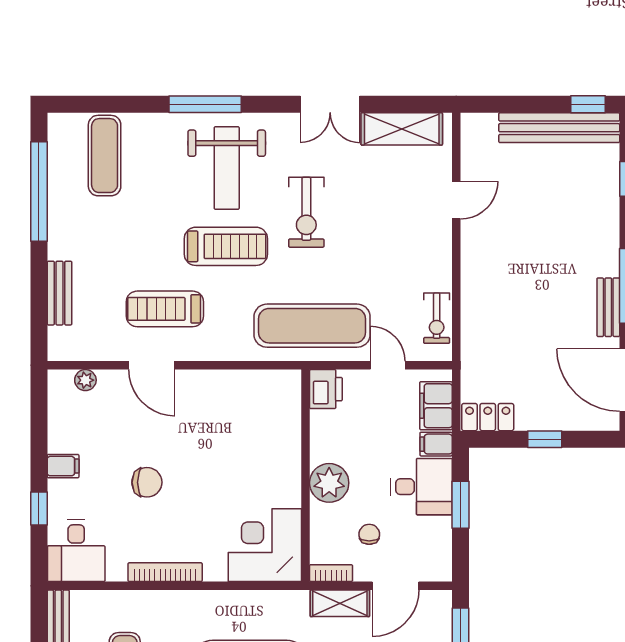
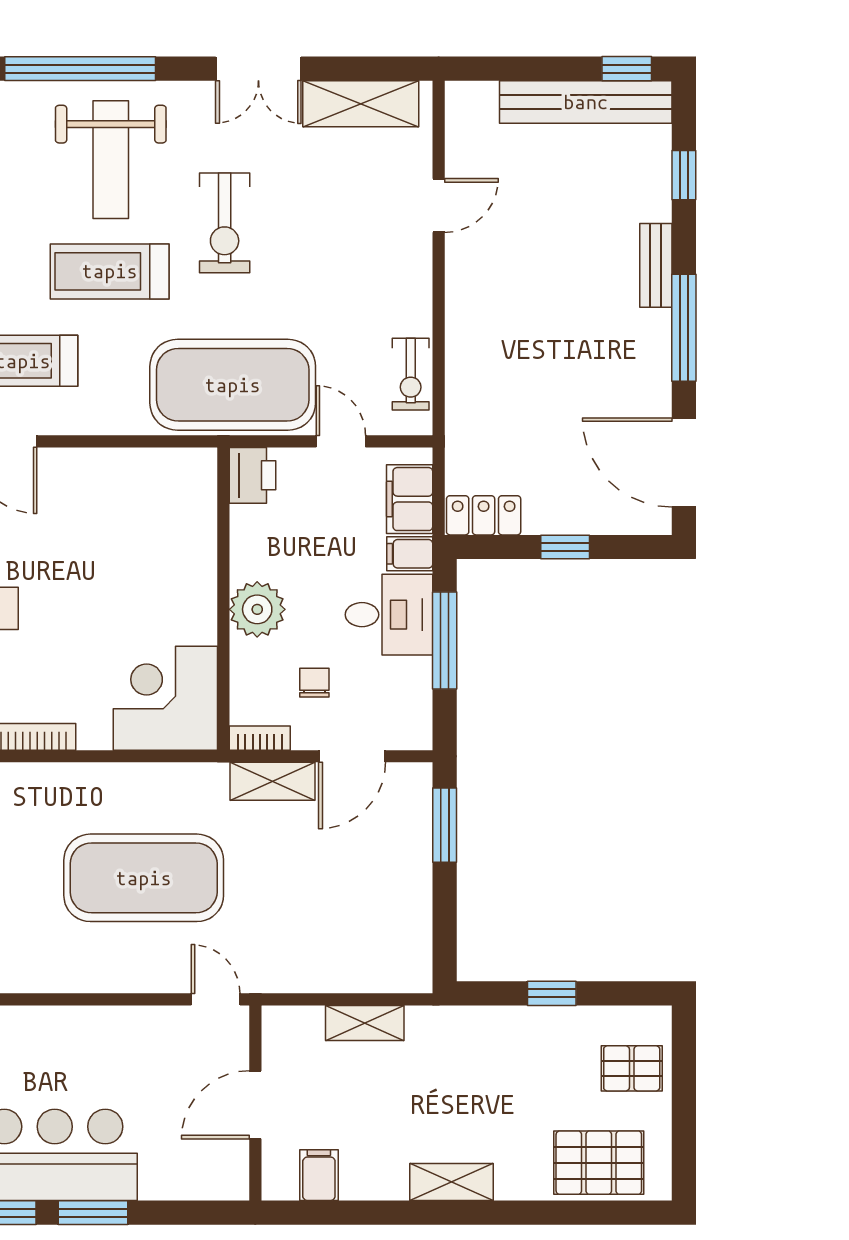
window: (205, 104) -> (80, 69), width x1.46
treadmill: (226, 246) -> (110, 271), turned 180
bench: (608, 307) -> (656, 265), moved
exercise mat: (312, 326) -> (233, 385), width x1.47
window: (460, 505) -> (445, 641), width x1.44

